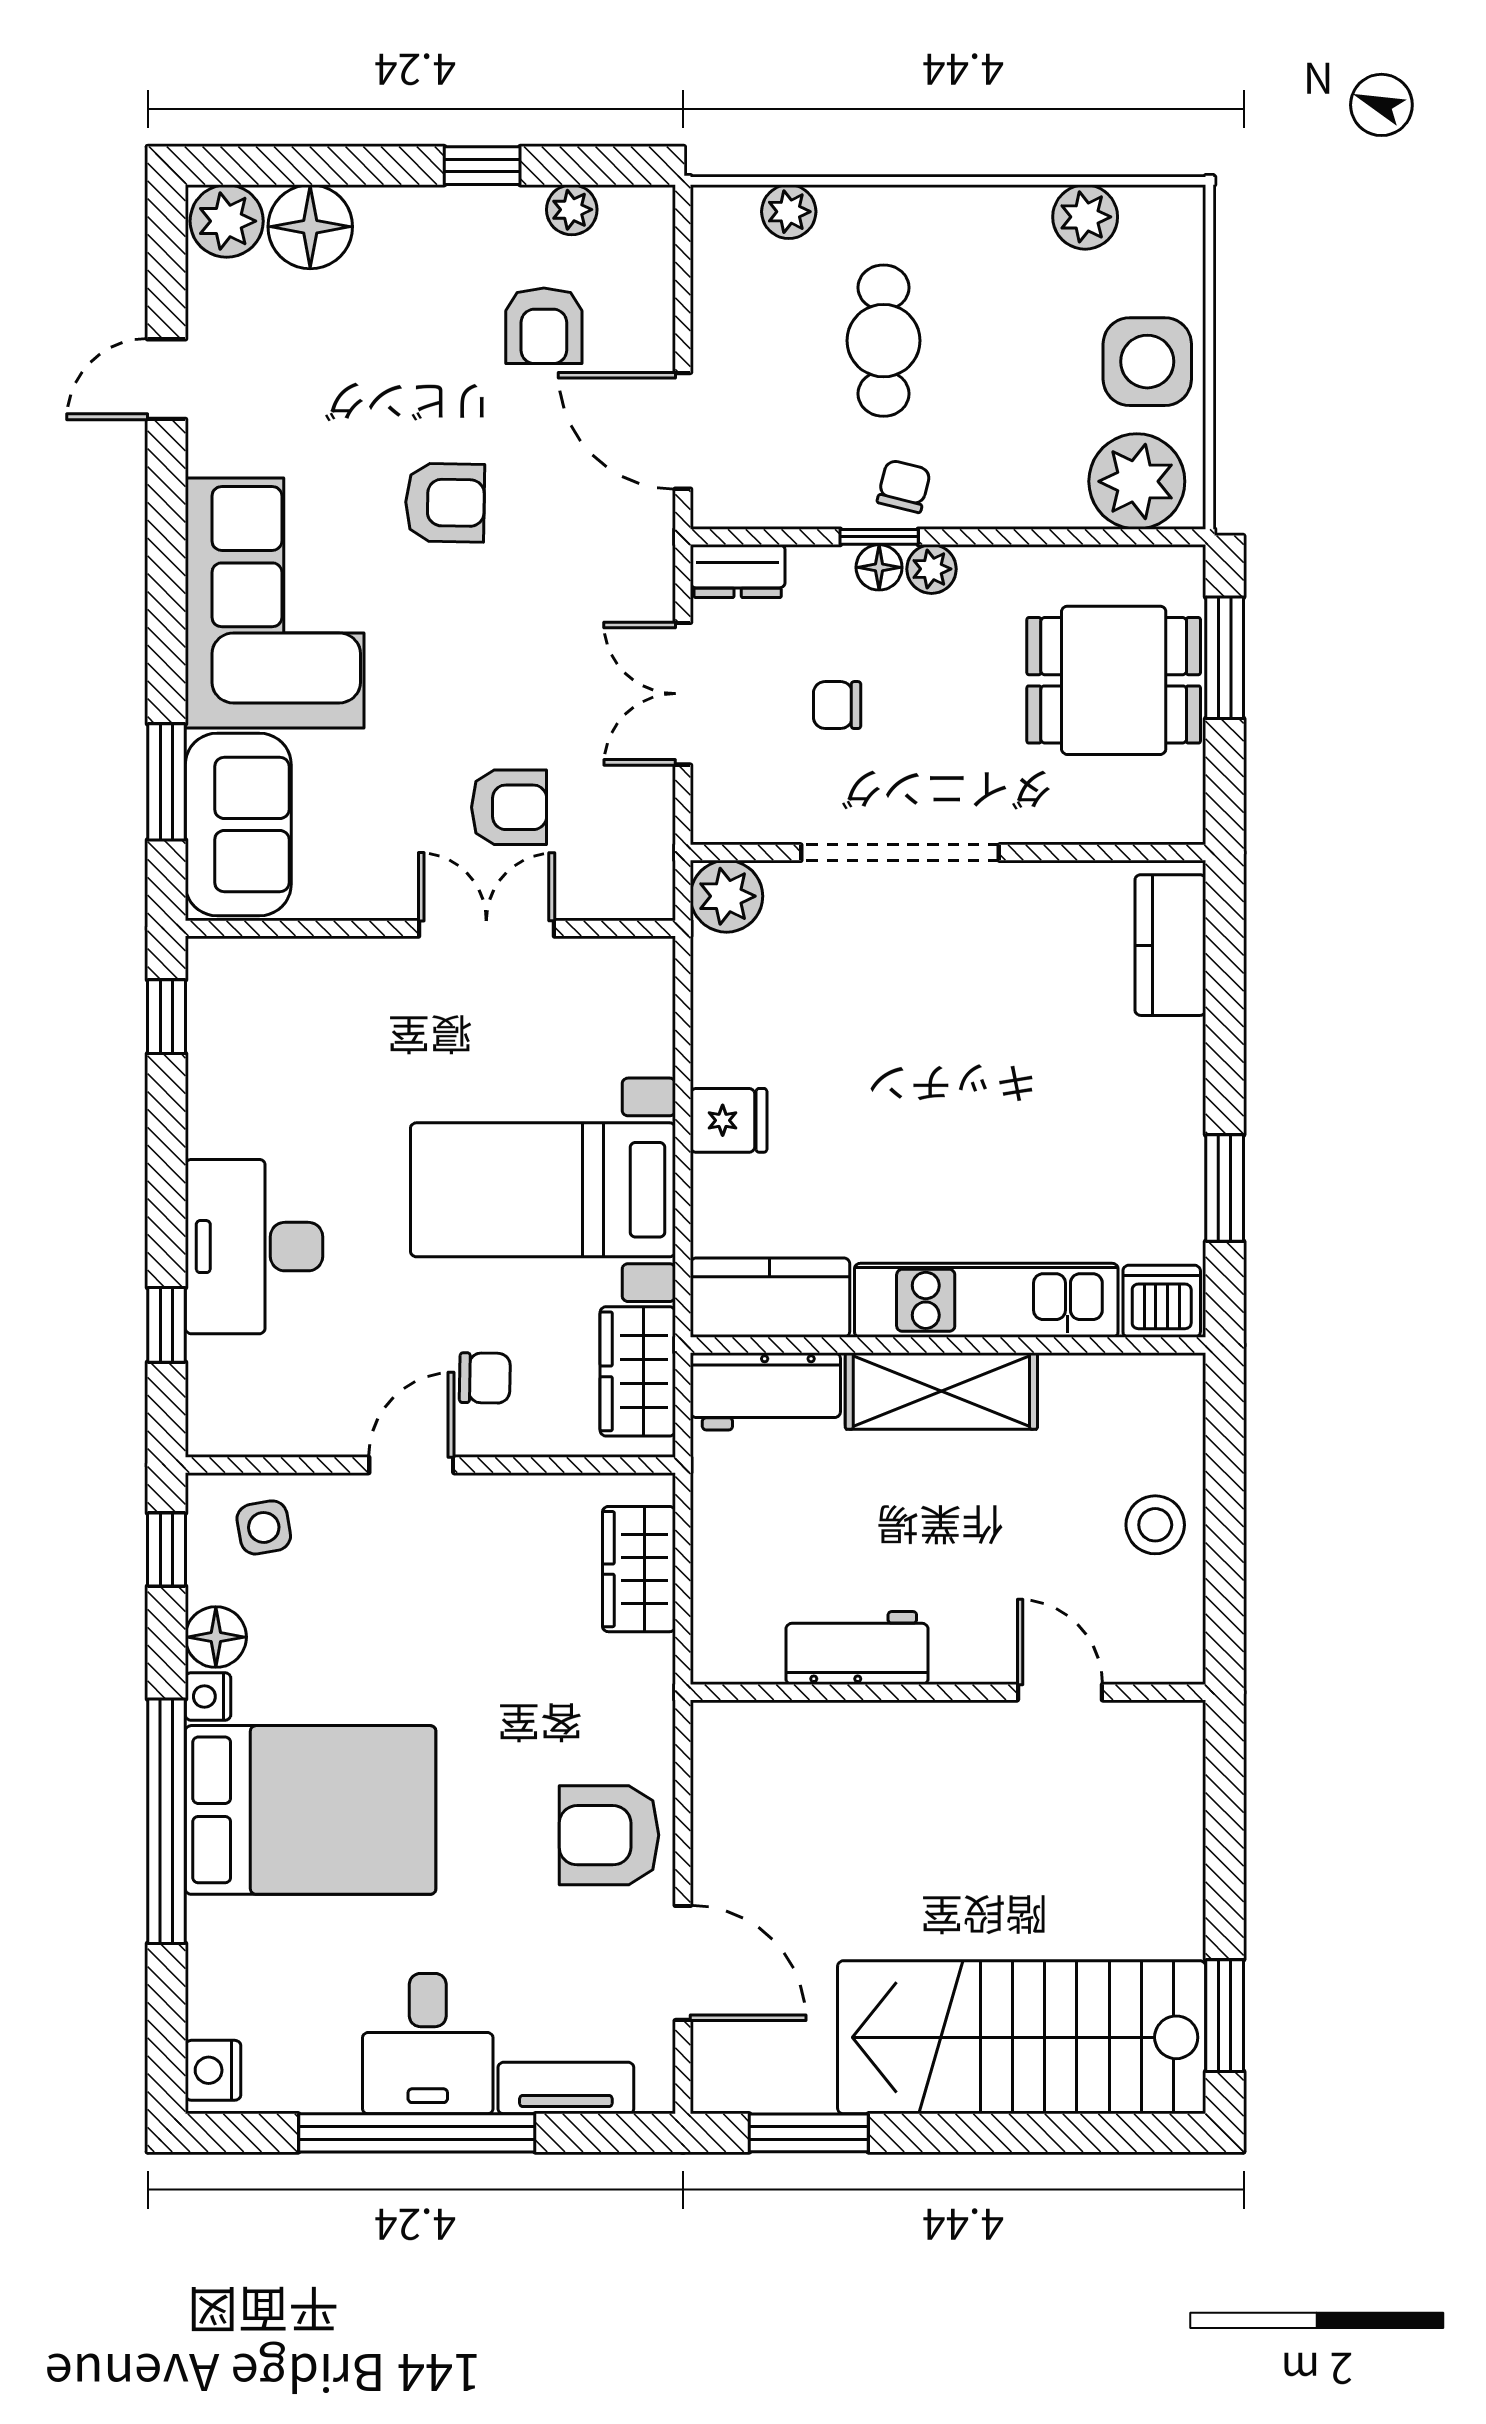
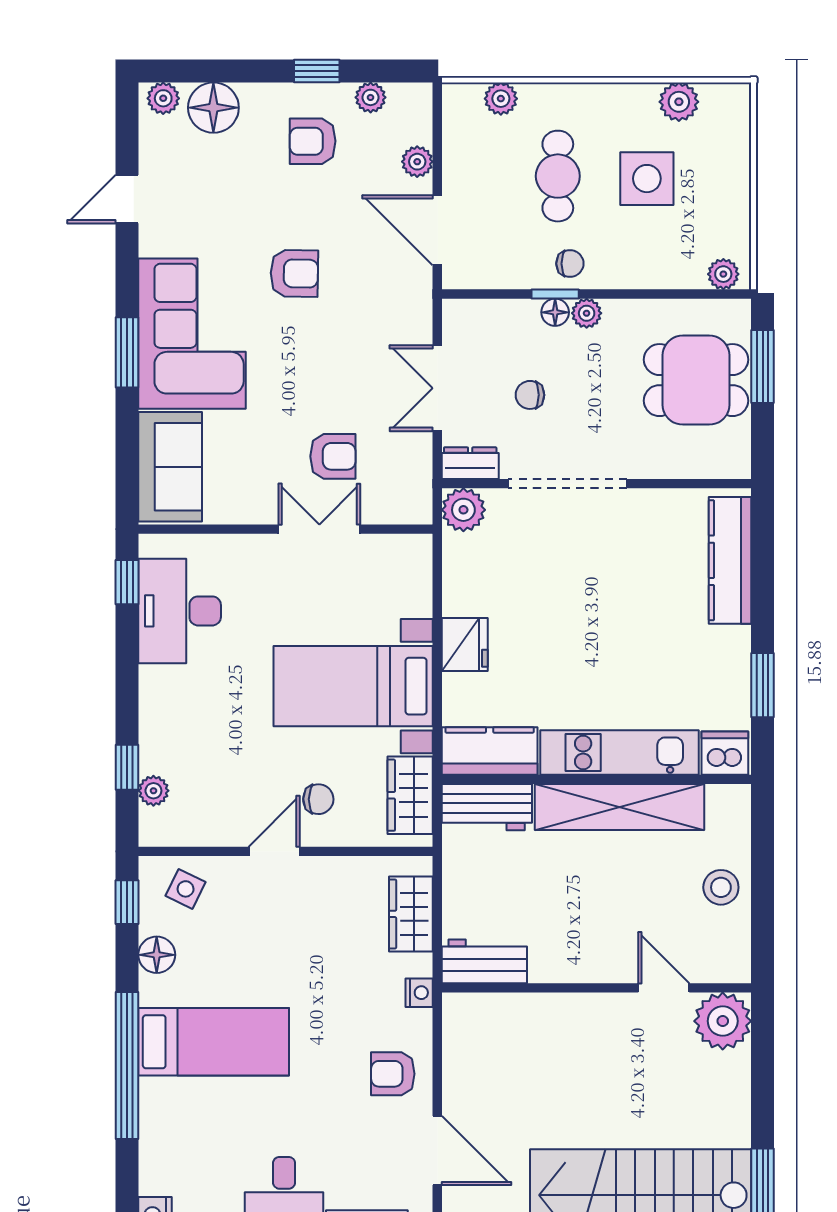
plant: (227, 221) -> (163, 98), width x0.73, depth x0.73
plant: (650, 317) -> (417, 162), added
armchair: (544, 326) -> (313, 141), moved, turned 90
side table: (1147, 362) -> (647, 179), moved
plant: (1137, 481) -> (723, 274), width x0.53, depth x0.53
chair: (904, 486) -> (570, 264), turned 76
dresser: (738, 571) -> (470, 463), moved, turned 180
window: (166, 782) -> (127, 352), moved
kitchen counter: (1170, 945) -> (730, 560), width x1.50
fridge: (729, 1120) -> (465, 644), width x1.38
desk: (254, 1247) -> (180, 611), moved
plant: (210, 1364) -> (153, 791), added
shelving: (941, 1391) -> (619, 807), width x1.47
side table: (264, 1527) -> (186, 889), turned 36
workbench: (857, 1648) -> (484, 961), moved
nightstand: (208, 1696) -> (419, 993), moved, turned 180
plant: (1158, 1747) -> (723, 1021), added
bed: (311, 1810) -> (214, 1042), width x0.67
armchair: (609, 1835) -> (393, 1074), width x0.72, depth x0.72

